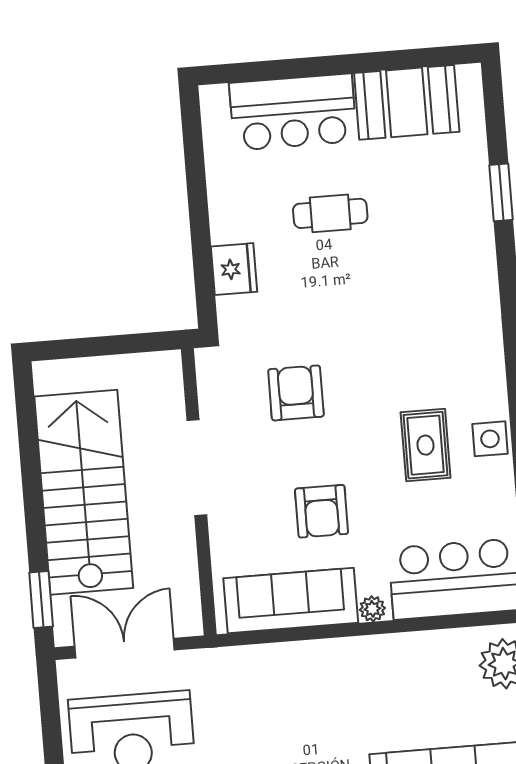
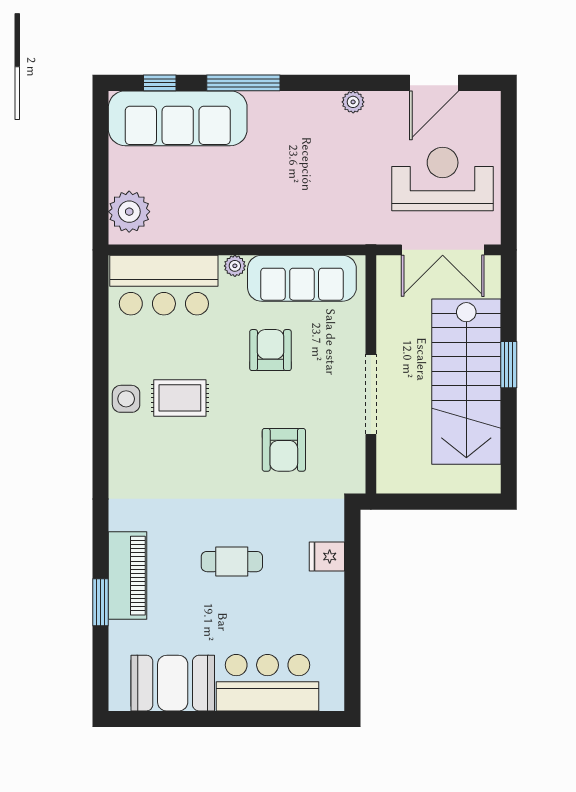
cafe table: (330, 213) -> (232, 562), moved
piano: (471, 227) -> (128, 576), added
fridge: (234, 269) -> (327, 557), width x0.72
rug: (426, 445) -> (180, 398), turned 90
window: (41, 599) -> (509, 365), moved

